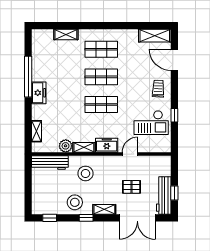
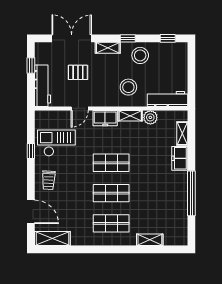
freezer: (39, 93) -> (180, 158), moved
workbench: (164, 196) -> (42, 86), moved

